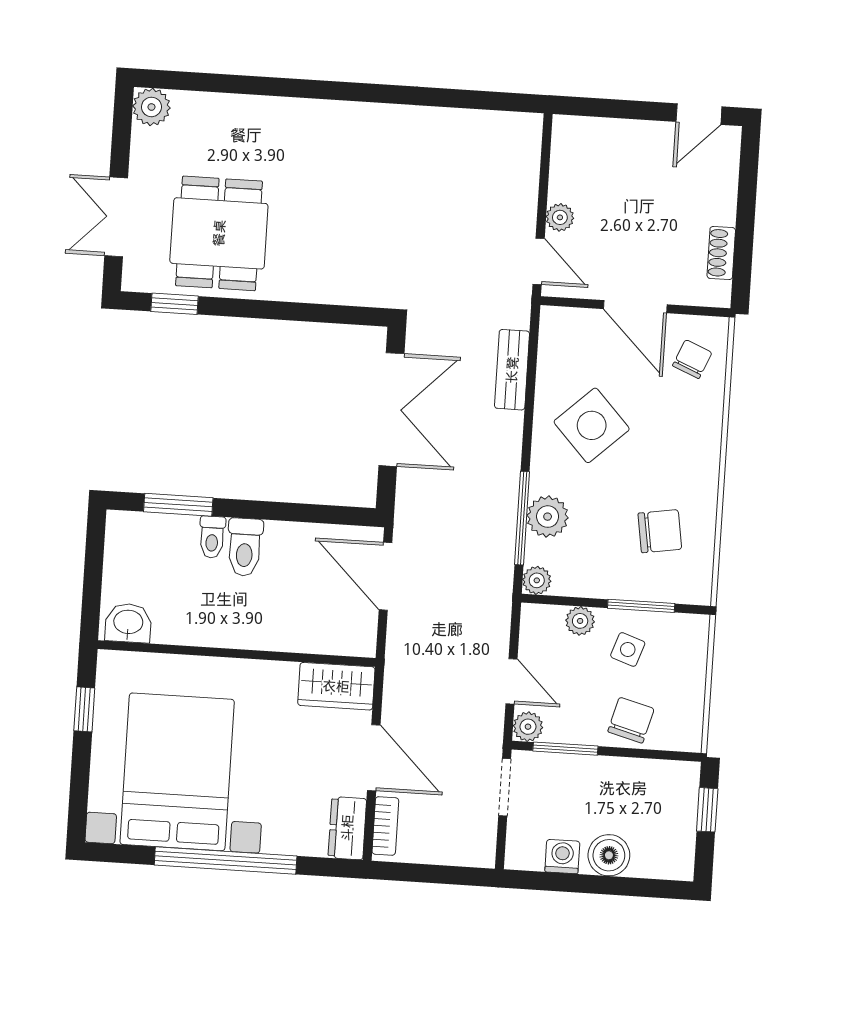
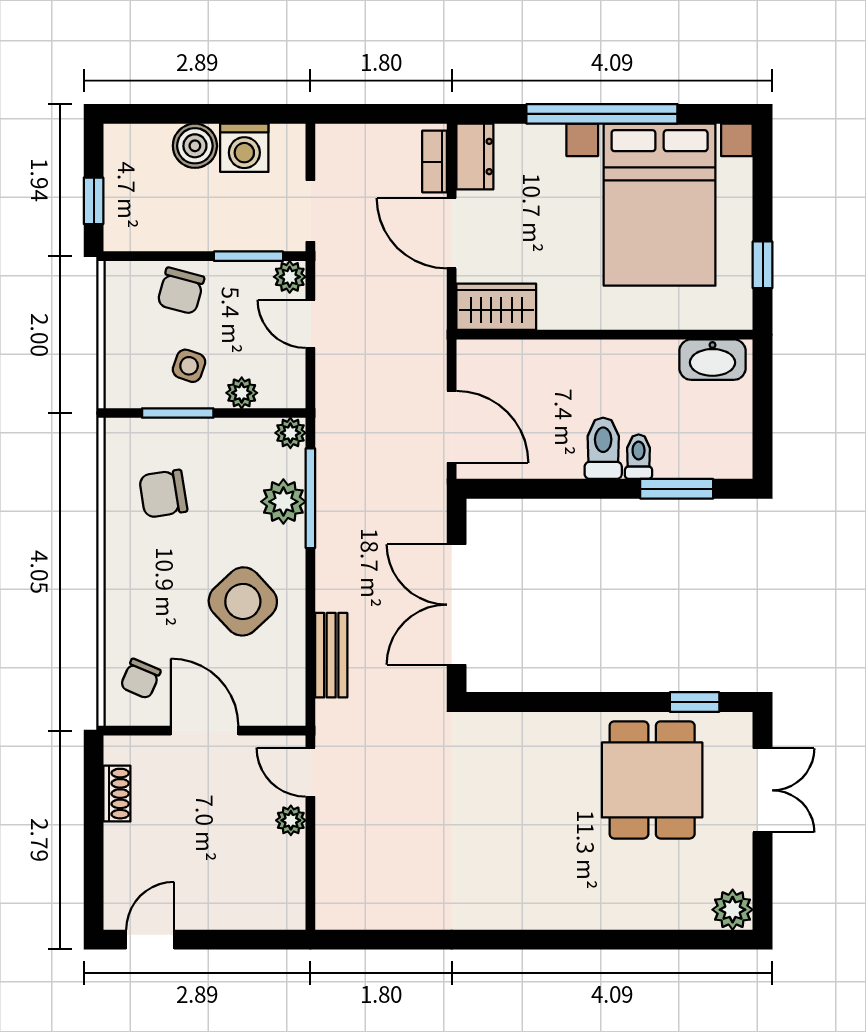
washbasin: (128, 623) -> (713, 360), width x1.38
washing machine: (562, 857) -> (244, 148), width x1.38, depth x1.38

